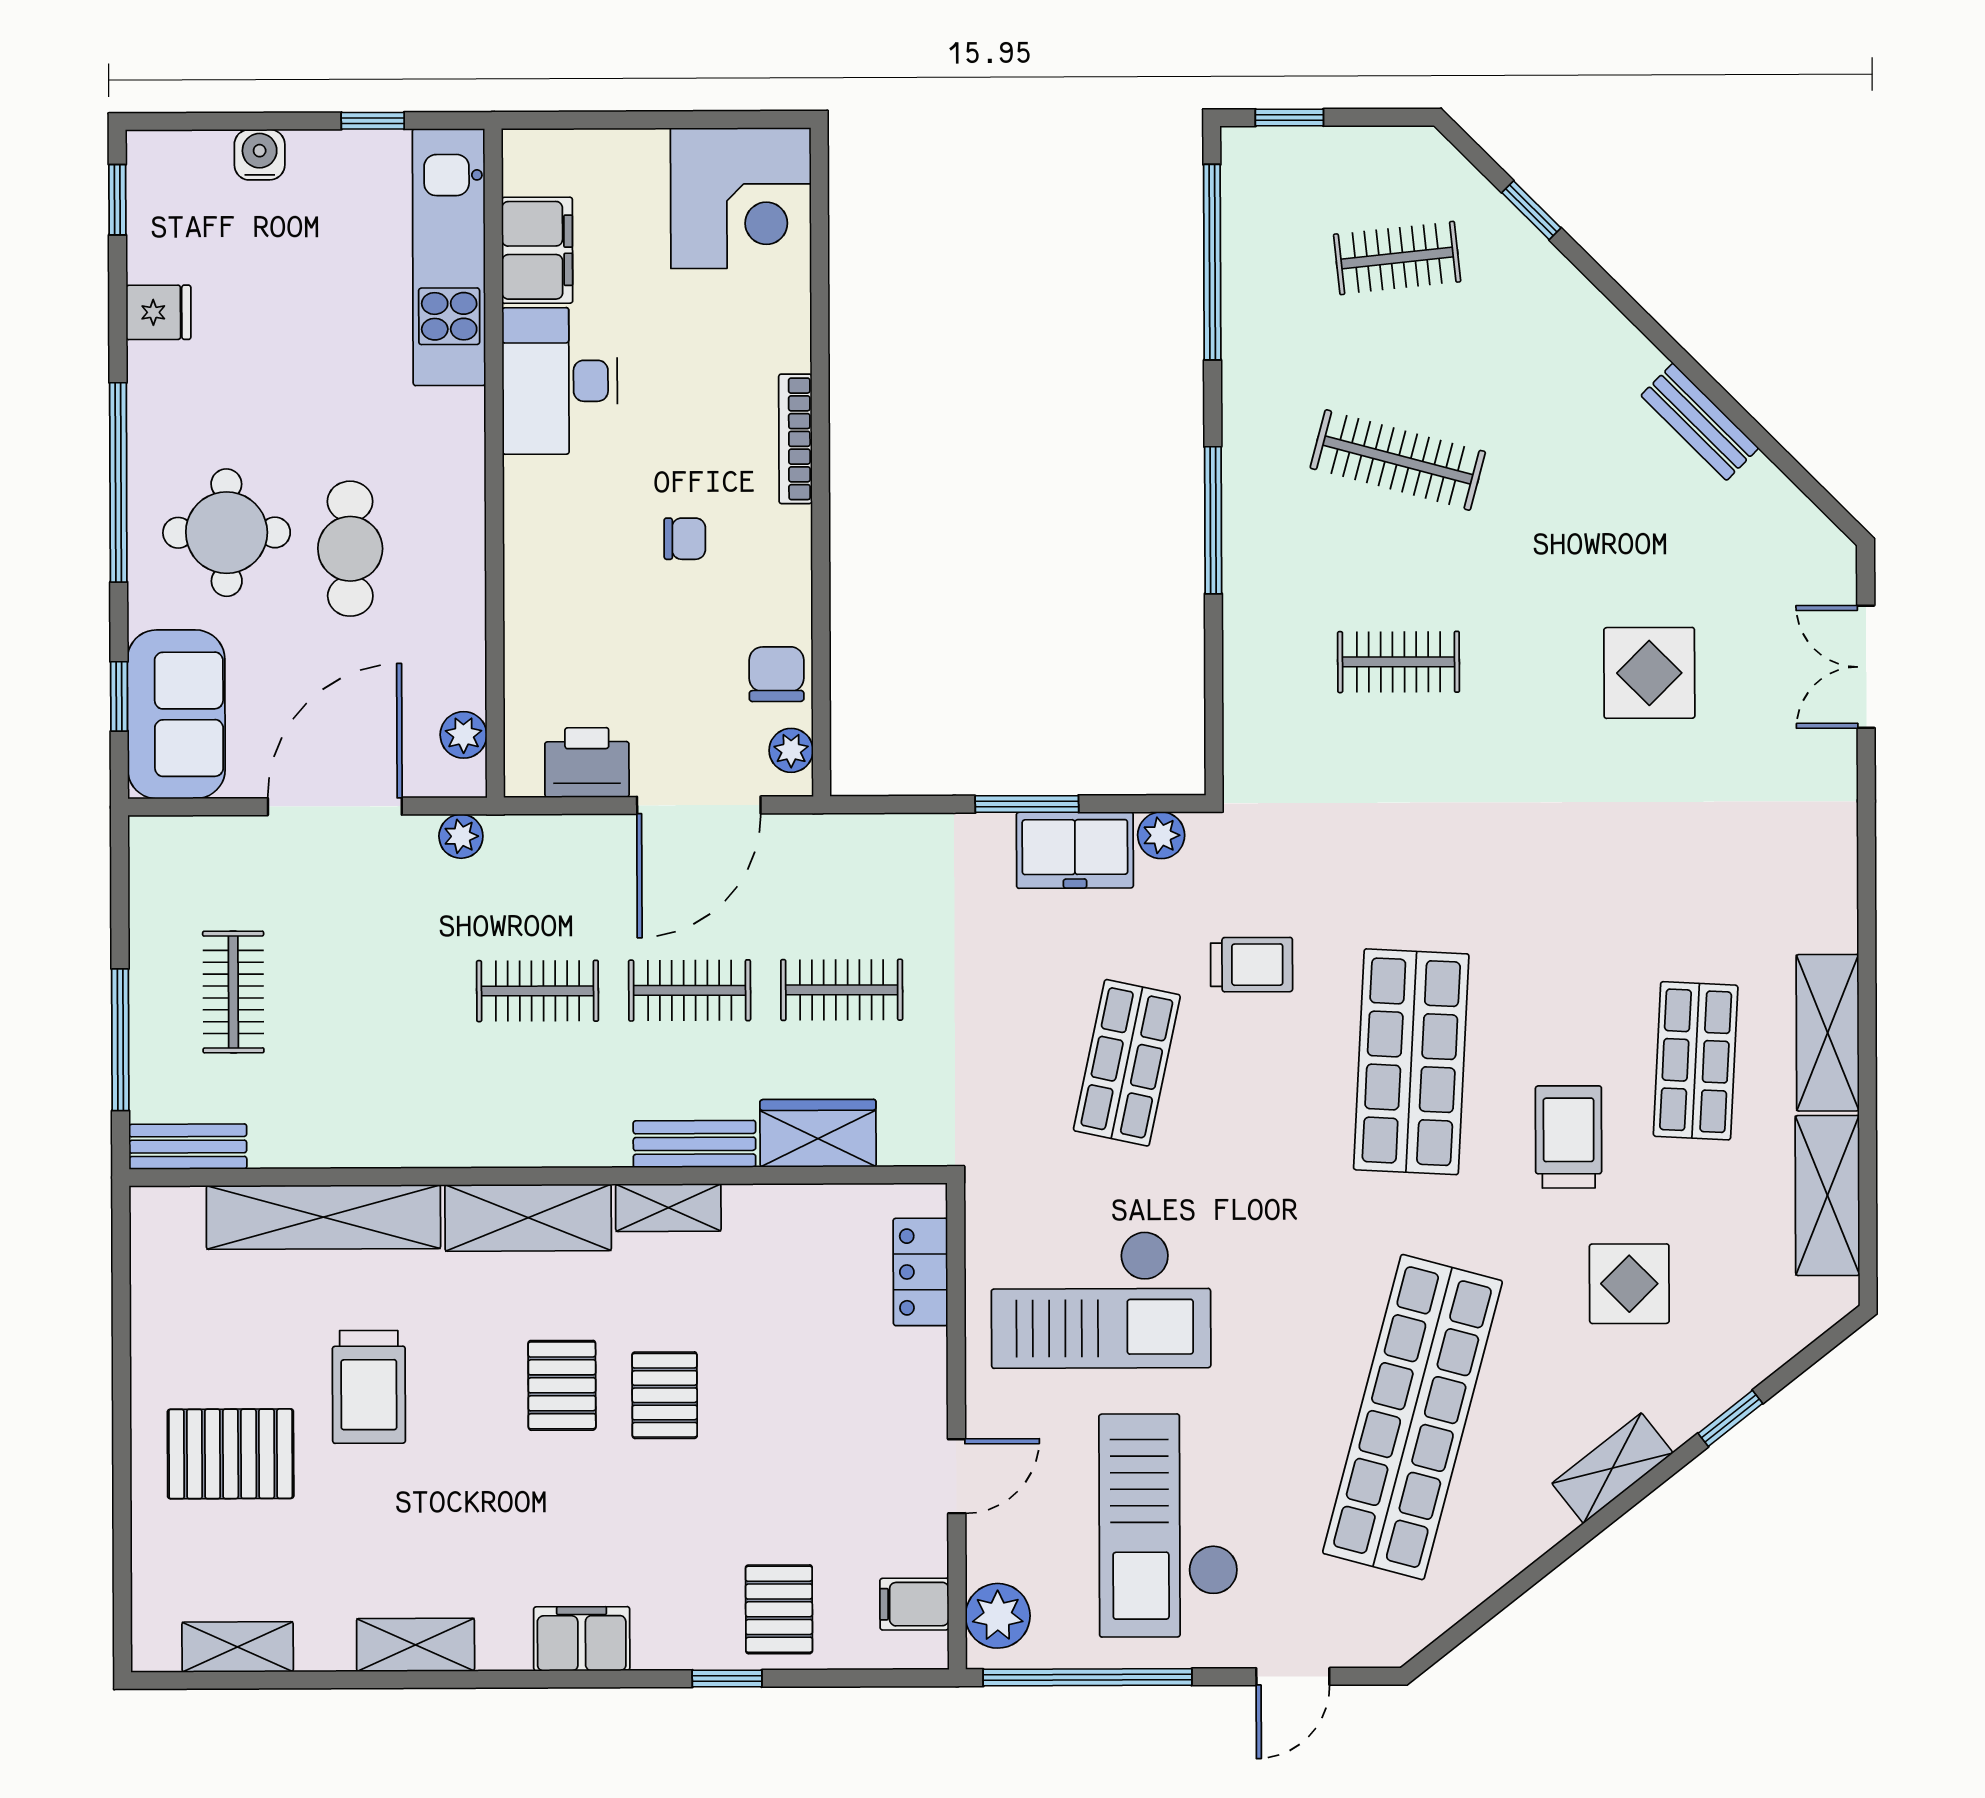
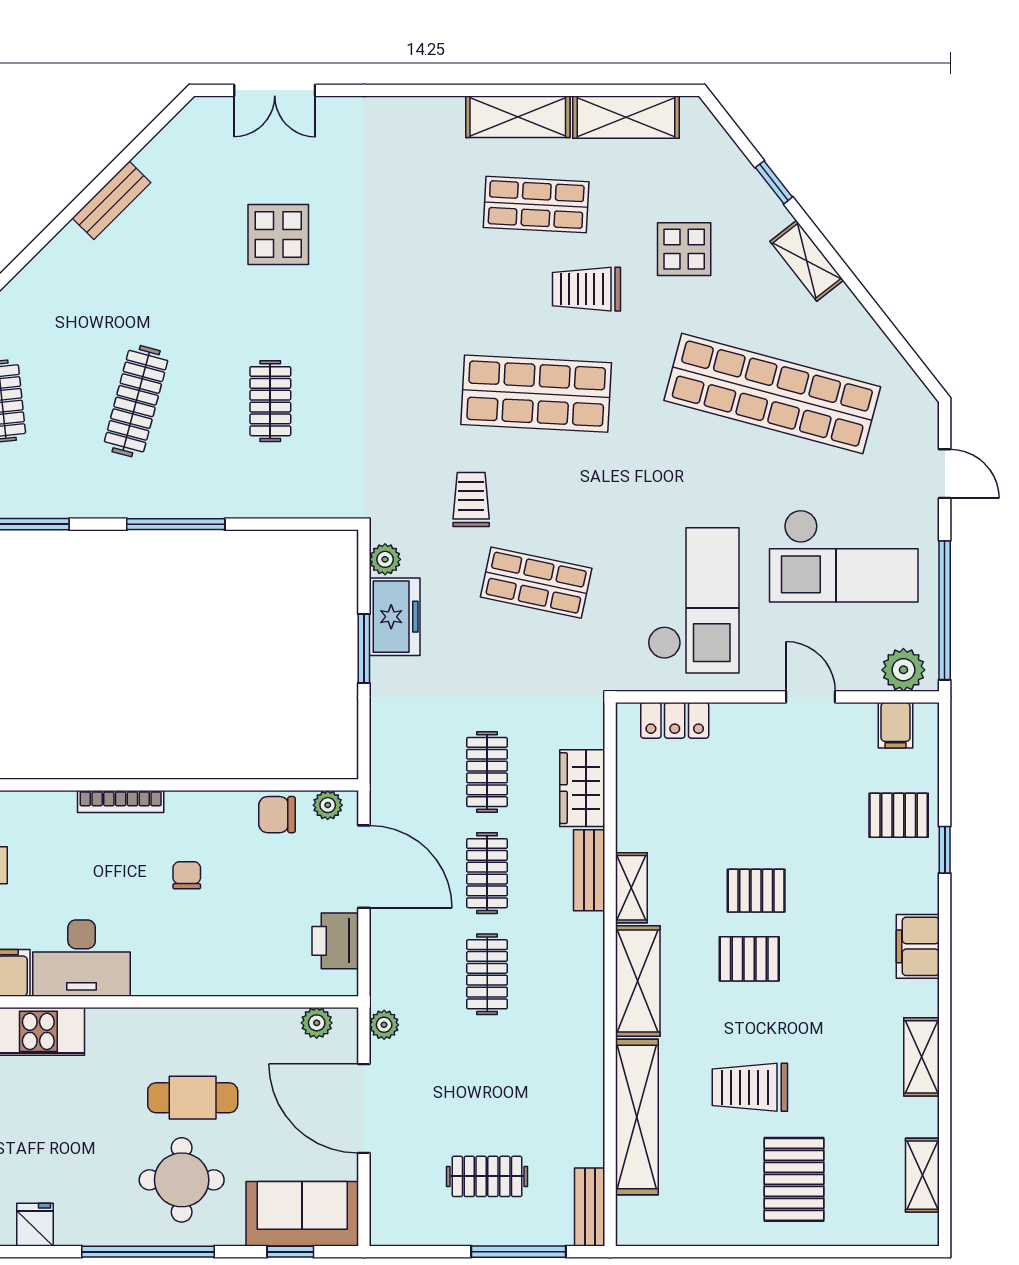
trolley: (369, 1387) -> (750, 1087), turned 180

